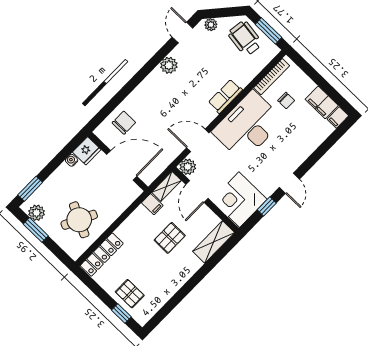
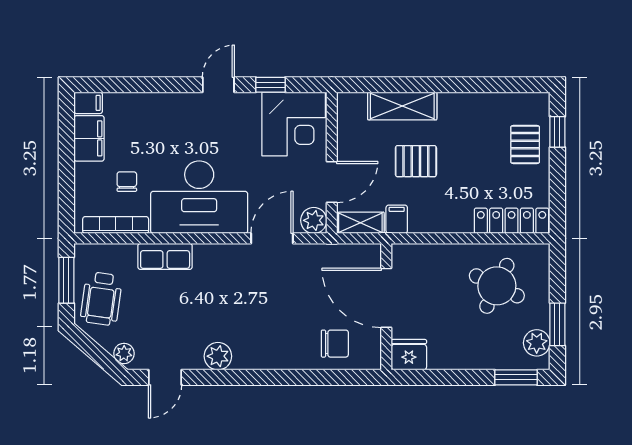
row of seats: (225, 96) -> (165, 256), moved
chair: (124, 123) -> (335, 344), turned 180
door: (198, 140) -> (272, 238), swing flipped
water cooler: (72, 160) -> (437, 362), removed
shelving: (214, 242) -> (402, 106), moved

